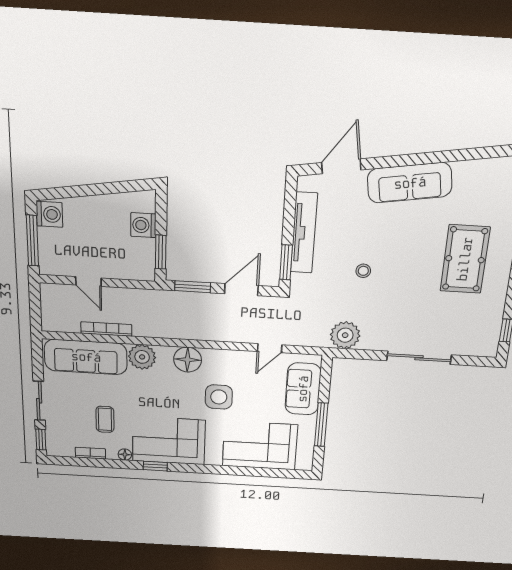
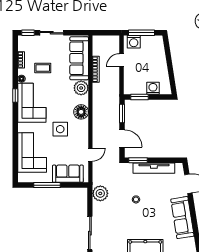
washing machine: (49, 214) -> (134, 42), moved
door: (270, 348) -> (90, 155), swing flipped

